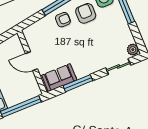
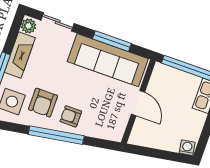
fireplace: (123, 29) -> (20, 55), added
sofa: (59, 78) -> (108, 60), width x1.85, depth x1.27

